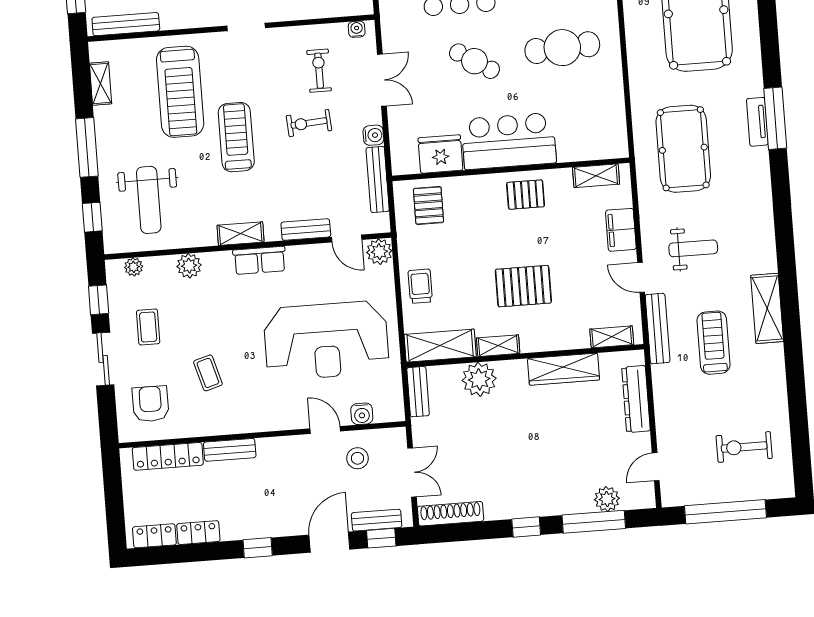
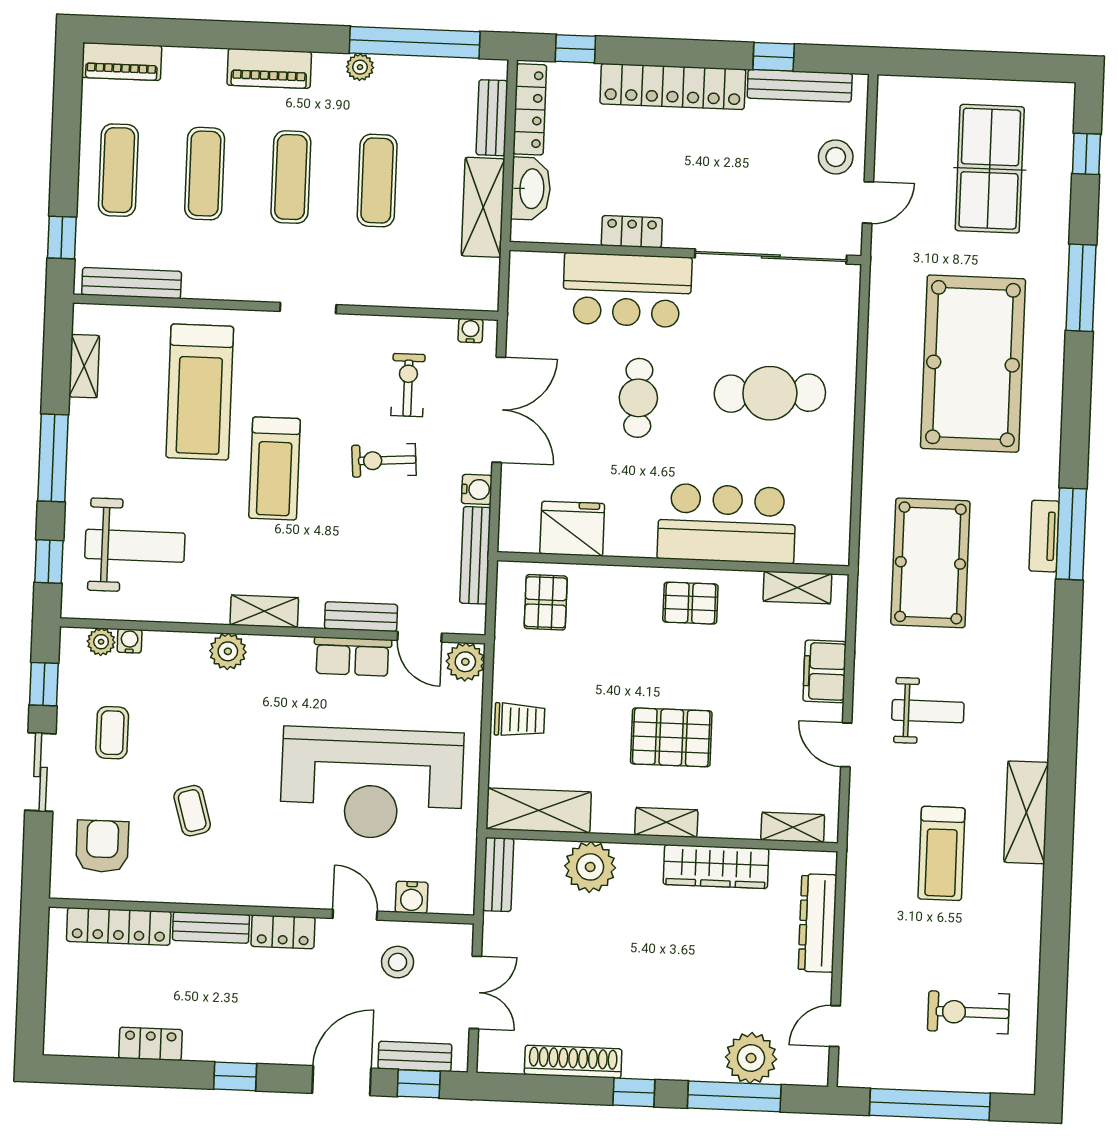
cafe table: (474, 61) -> (638, 398), turned 58
double door: (382, 80) -> (499, 410), width x1.37
treadmill: (236, 137) -> (275, 468), turned 180
bar counter: (509, 141) -> (727, 524), moved
weight bench: (149, 200) -> (135, 546), turned -90
row of seats: (259, 260) -> (352, 656), moved
water cooler: (153, 264) -> (130, 641), added
plant: (189, 266) -> (228, 651), moved
trolley: (420, 286) -> (520, 720), turned 90
bench: (658, 329) -> (862, 823), removed
treadmill: (714, 343) -> (941, 853), turned 180
shelving: (498, 346) -> (666, 822), moved
plant: (607, 499) -> (751, 1058), width x1.36, depth x1.36
shoe rack: (451, 514) -> (573, 1062), moved
locker: (154, 536) -> (283, 932), moved, turned 180

